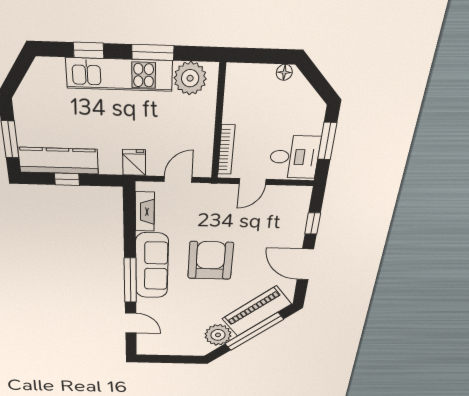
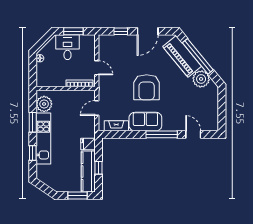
desk: (294, 157) -> (67, 47), moved
fridge: (134, 162) -> (88, 144), moved
door: (178, 179) -> (97, 108), hinge flipped
armchair: (210, 261) -> (147, 87), turned -90
sofa: (152, 266) -> (145, 122), width x0.73
door: (131, 323) -> (193, 134), hinge flipped

